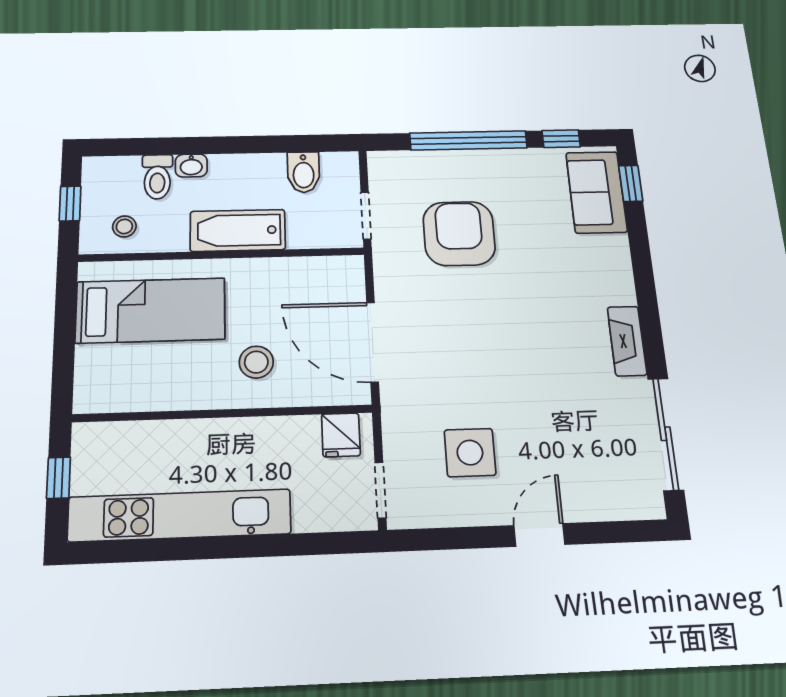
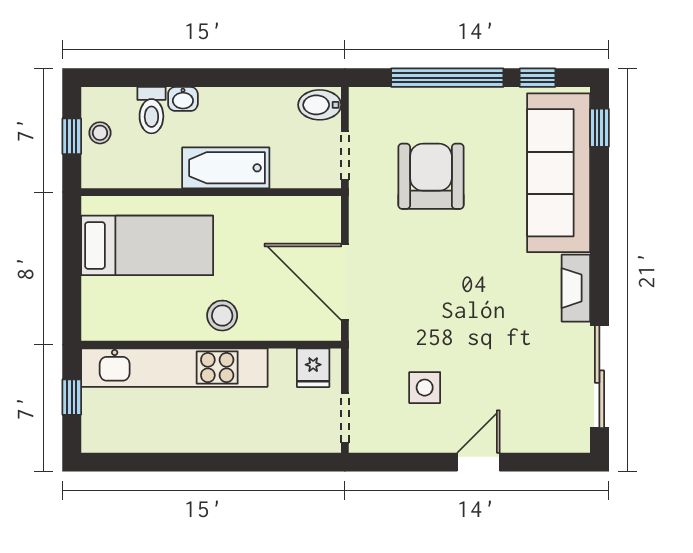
bidet: (303, 172) -> (320, 105), moved, turned 90
sofa: (596, 192) -> (559, 173), width x1.85, depth x1.27
stool: (124, 226) -> (100, 133), moved
stool: (256, 362) -> (222, 316), moved
side table: (470, 453) -> (425, 388), width x0.73, depth x0.73
kitchen unit: (180, 515) -> (174, 368), moved, turned 180

